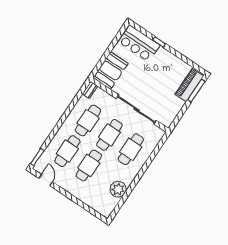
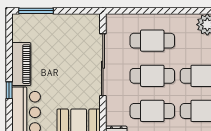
piano: (189, 85) -> (21, 64), moved, turned -90

